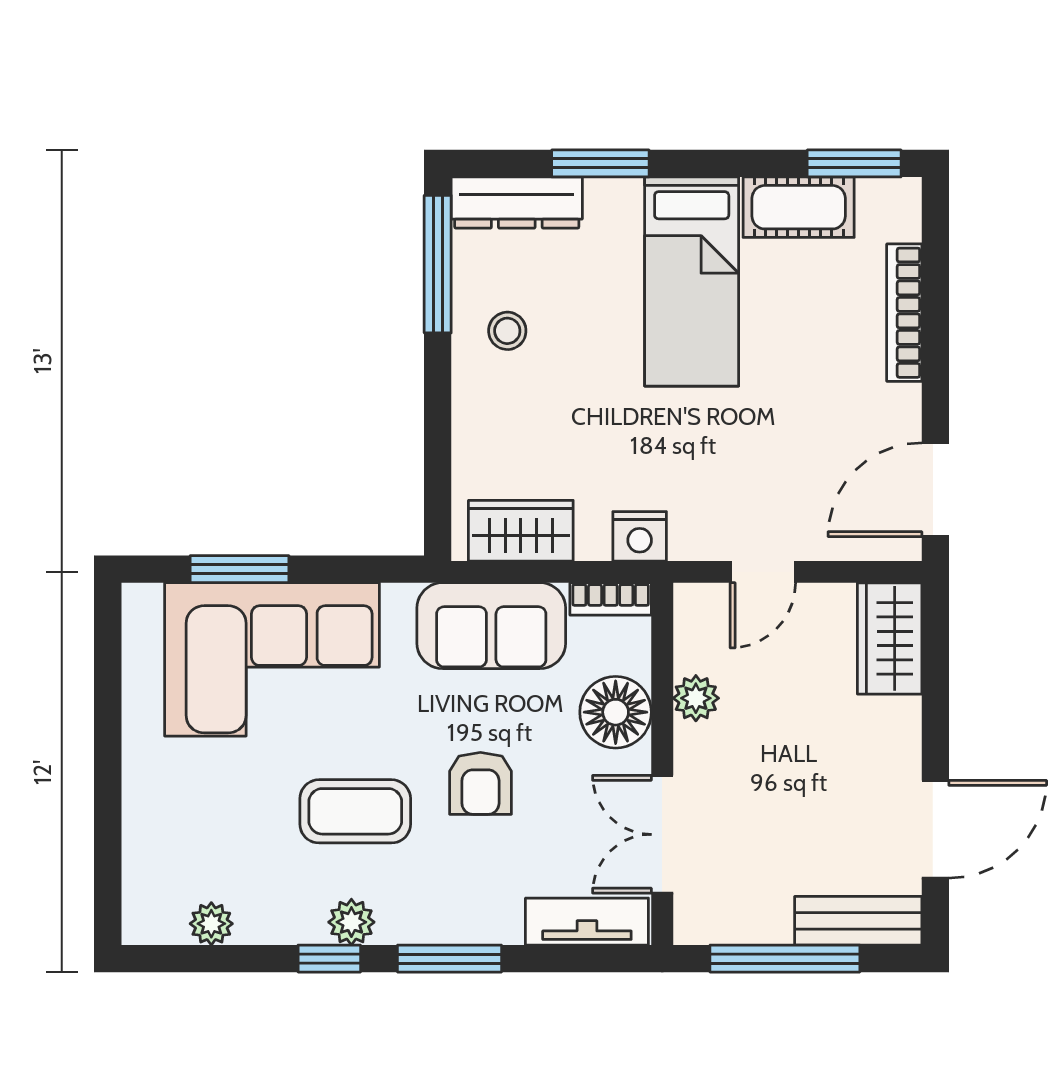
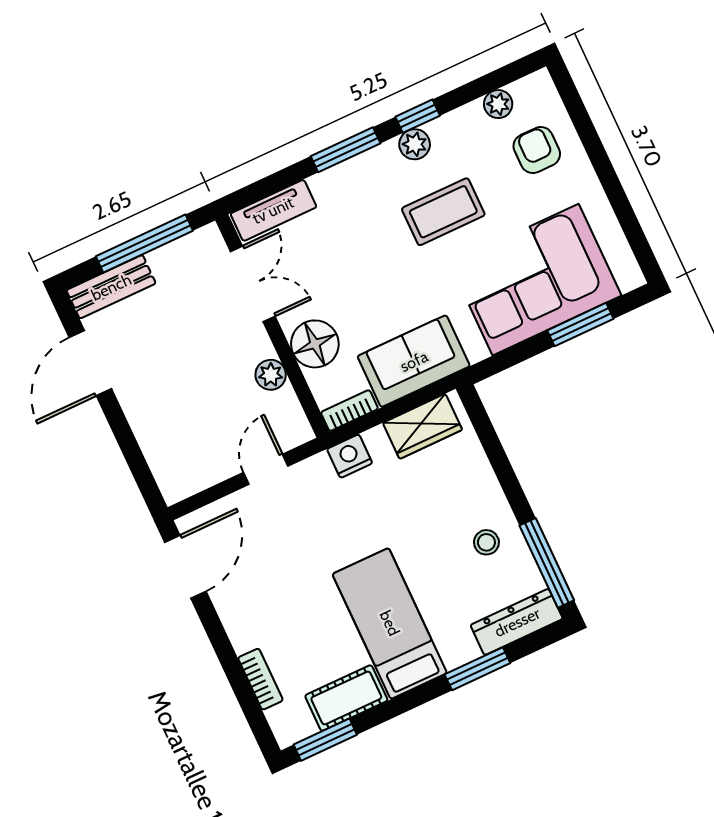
bookcase: (904, 313) -> (260, 679), width x0.64
wardrobe: (890, 638) -> (171, 465), removed
armchair: (480, 783) -> (537, 150), moved

